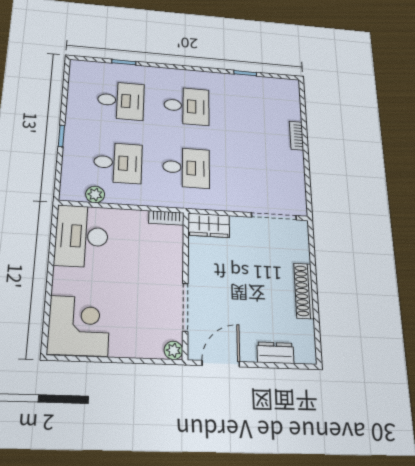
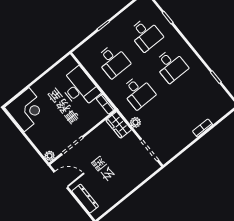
plant: (95, 194) -> (135, 122), moved
desk: (82, 236) -> (79, 88), moved, turned 90
shoe rack: (304, 291) -> (124, 190), removed
dresser: (275, 353) -> (85, 199), width x1.44

